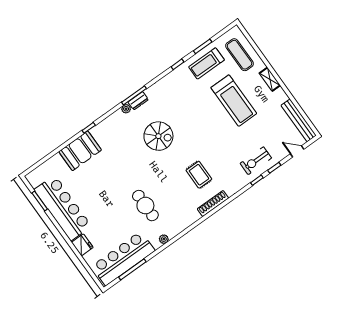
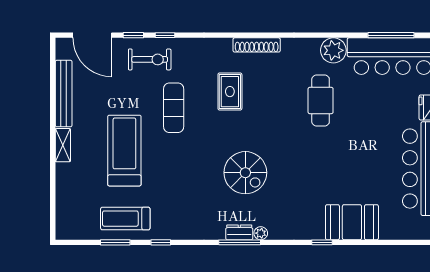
exercise mat: (240, 55) -> (174, 108), moved
treadmill: (206, 63) -> (125, 219), turned 180
bench: (299, 120) -> (64, 94), moved
spiral stairs: (158, 136) -> (245, 173), turned 180
door: (297, 151) -> (92, 35), width x1.88
shoe rack: (213, 203) -> (257, 45), moved
plant: (164, 239) -> (333, 50), width x1.88, depth x1.88

